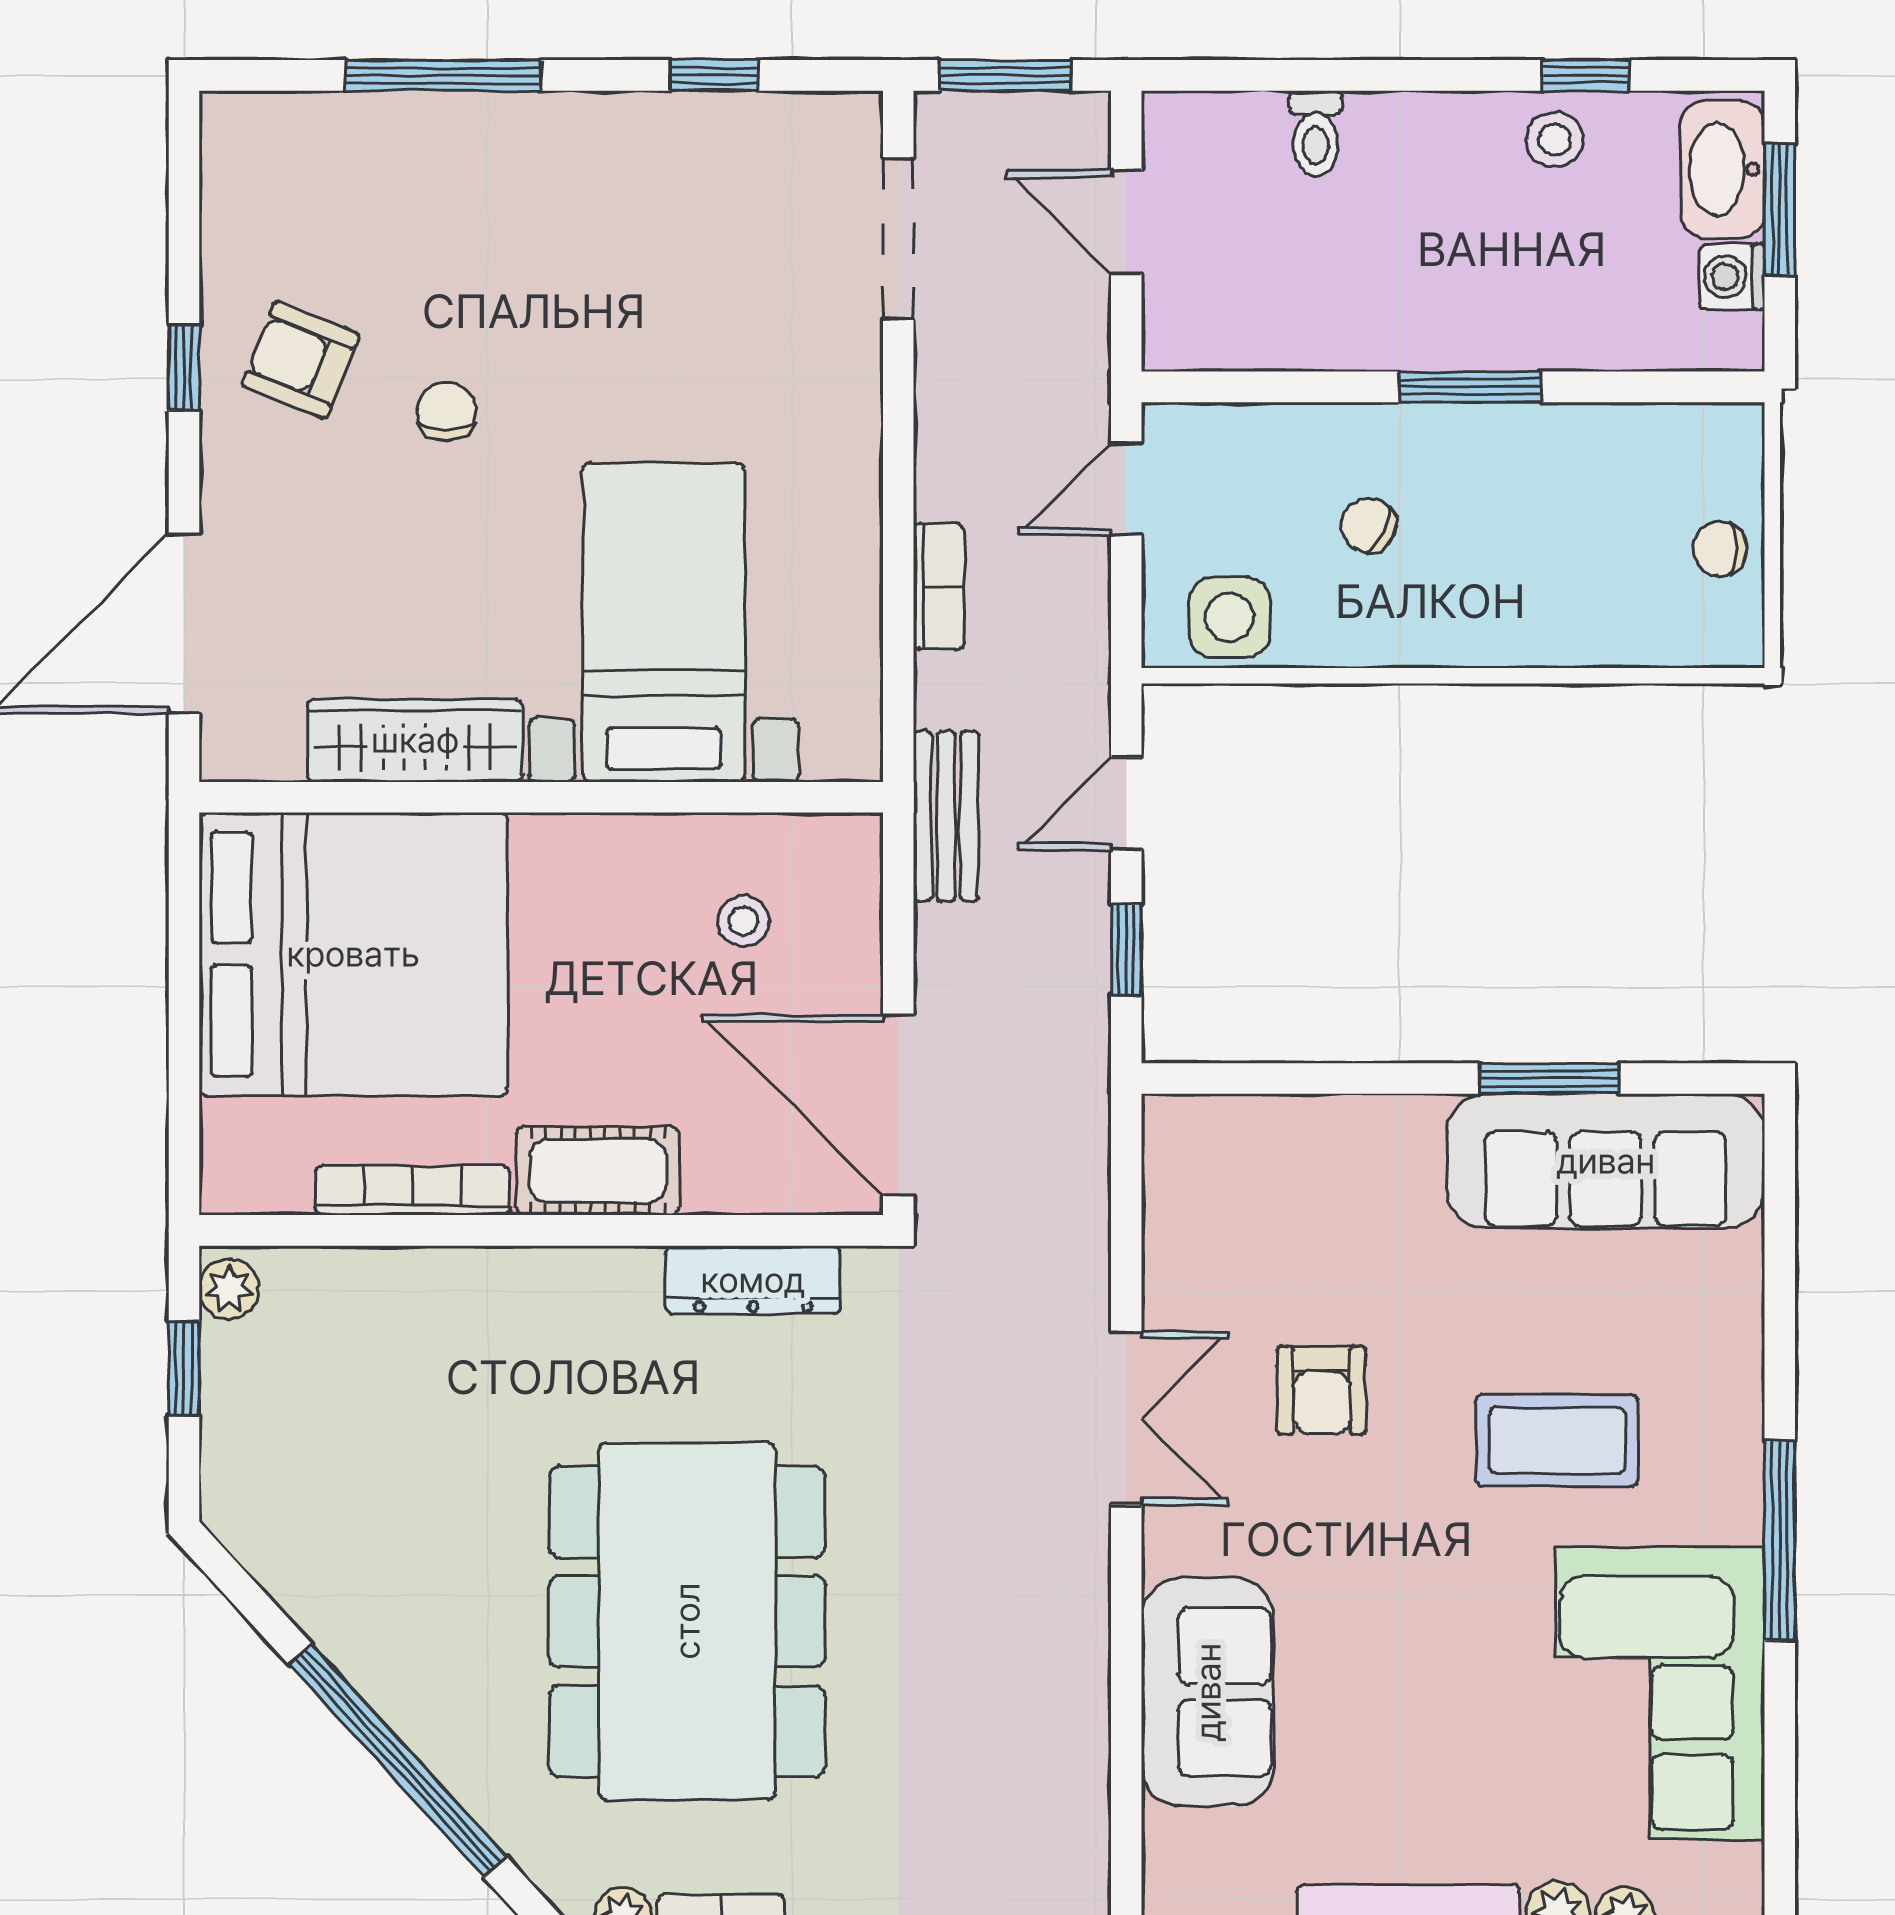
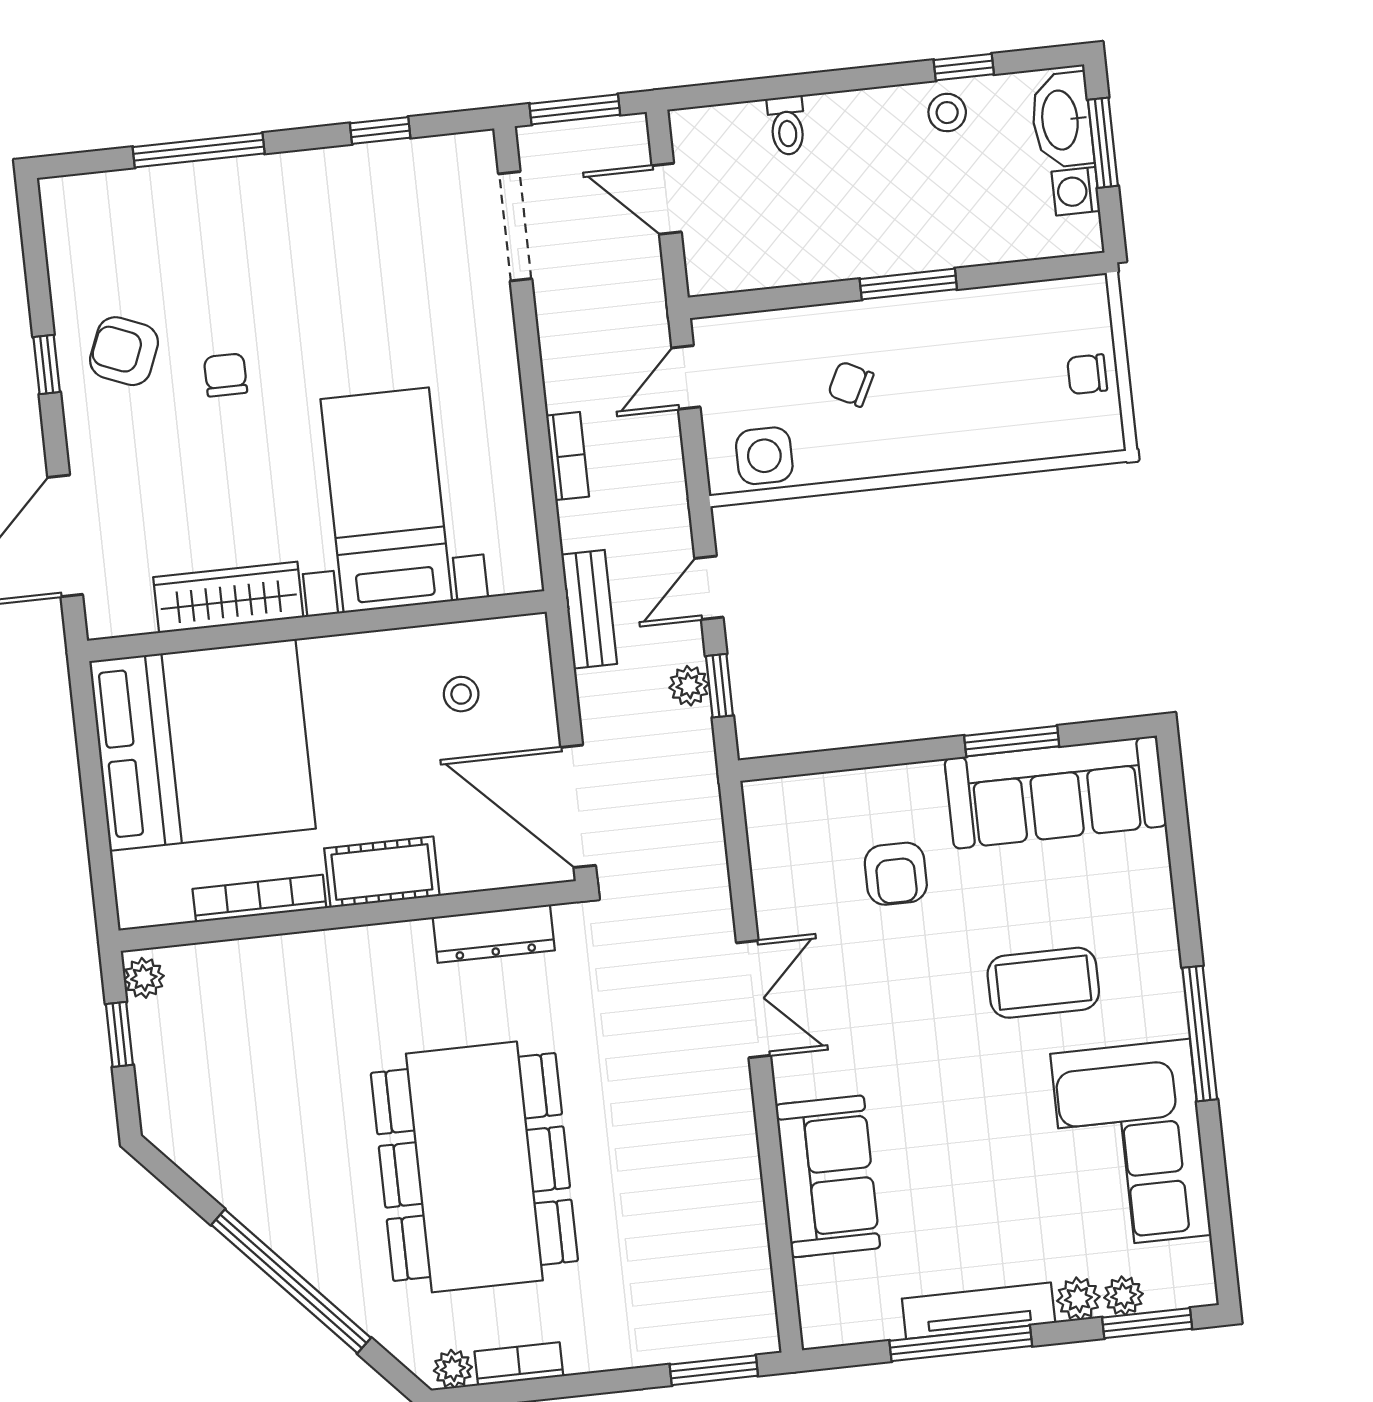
plant: (1081, 945) -> (689, 686), added
armchair: (1321, 1390) -> (896, 874), moved

